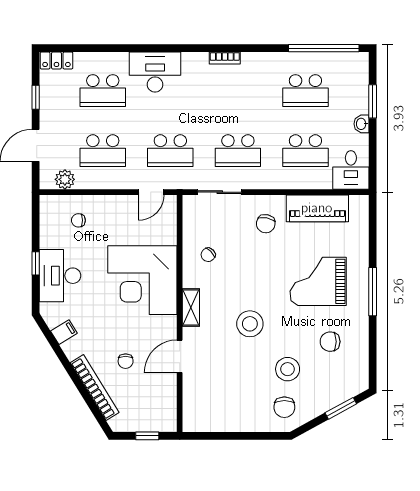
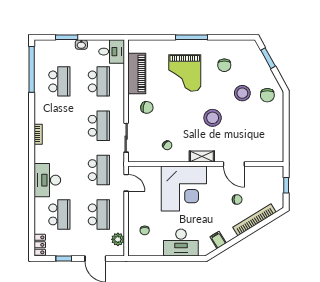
window: (36, 263) -> (173, 259), removed
chair: (284, 407) -> (267, 95), turned 90

